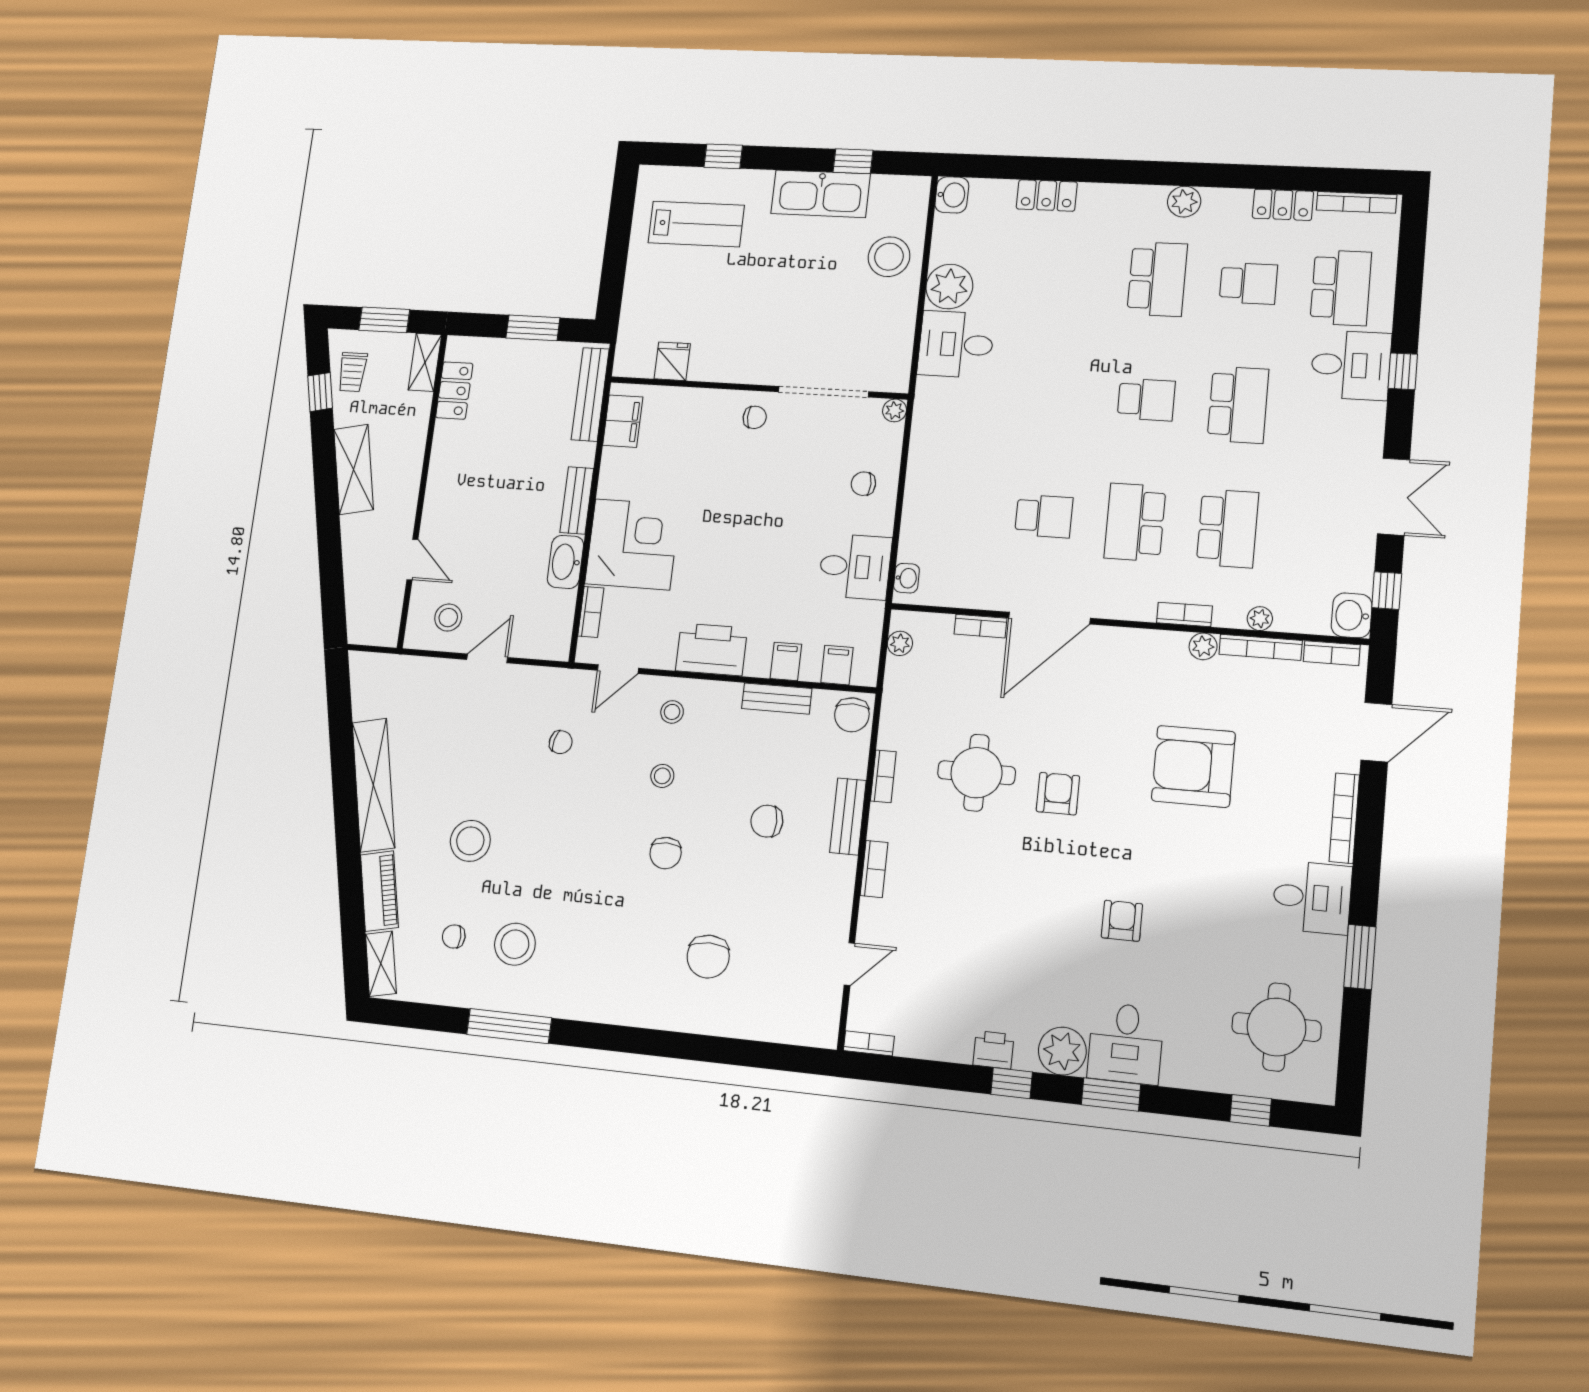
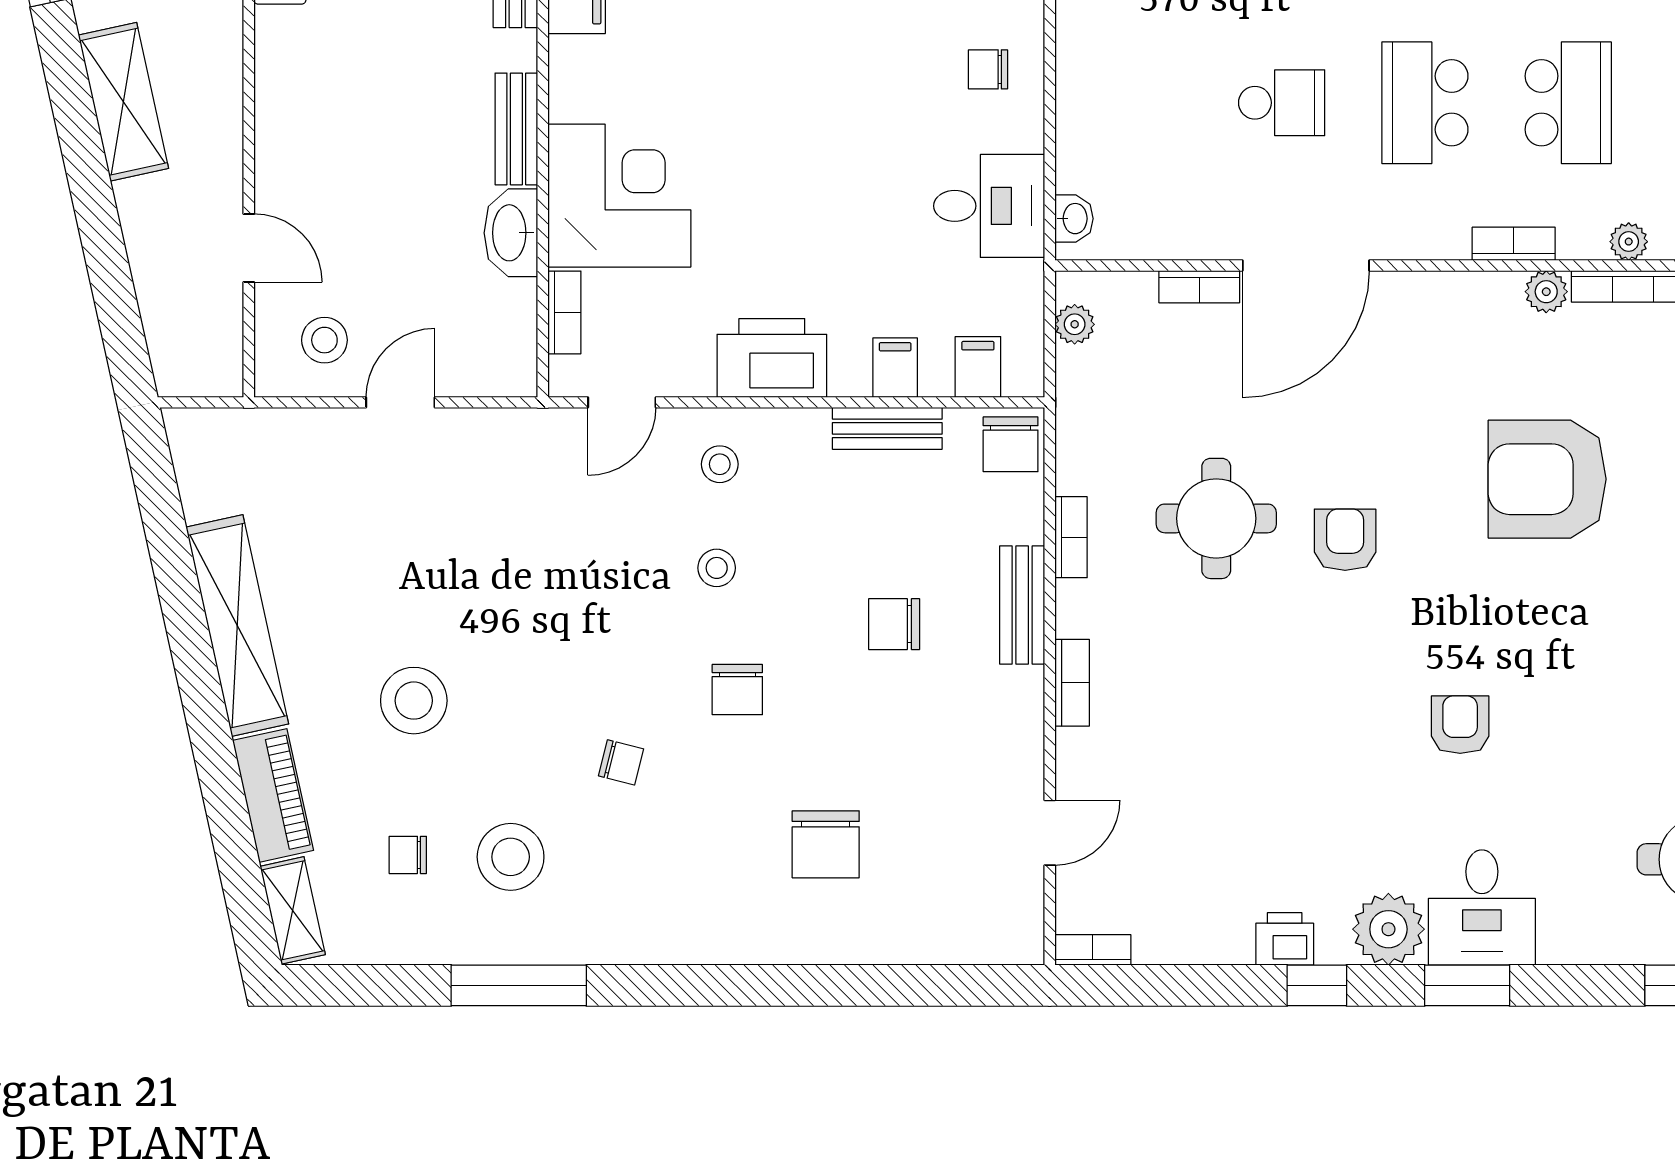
chair: (561, 742) -> (621, 762), moved

